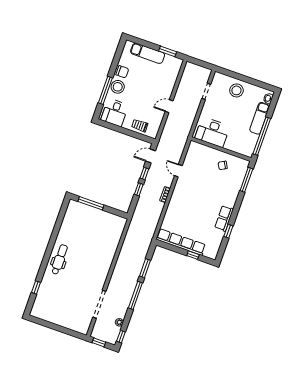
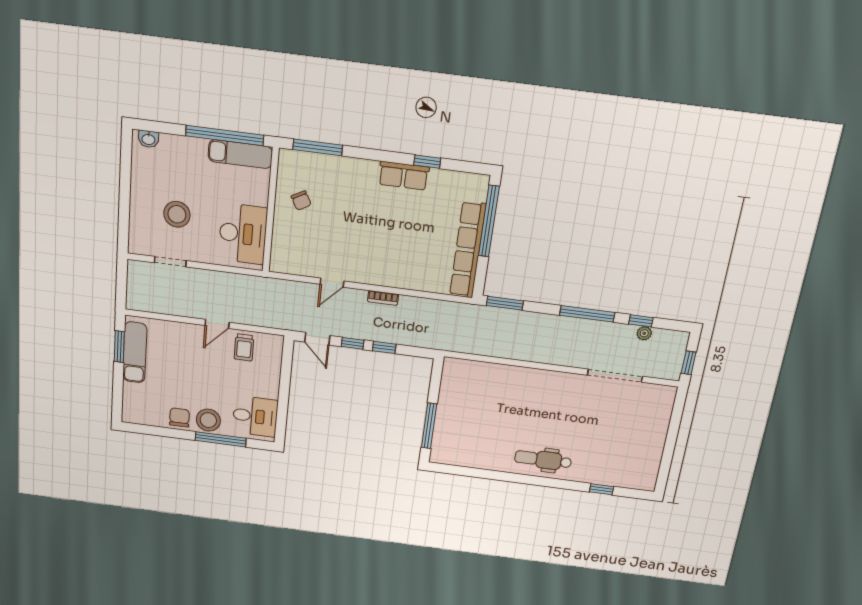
exam couch: (148, 53) -> (135, 352), moved
stool: (236, 90) -> (177, 214), moved
door: (169, 106) -> (217, 324), hinge flipped
exam couch: (260, 118) -> (240, 154), moved
trolley: (140, 125) -> (244, 347), moved
window: (193, 255) -> (489, 221), width x3.17
window: (145, 268) -> (505, 303), moved
window: (121, 337) -> (641, 321), moved

